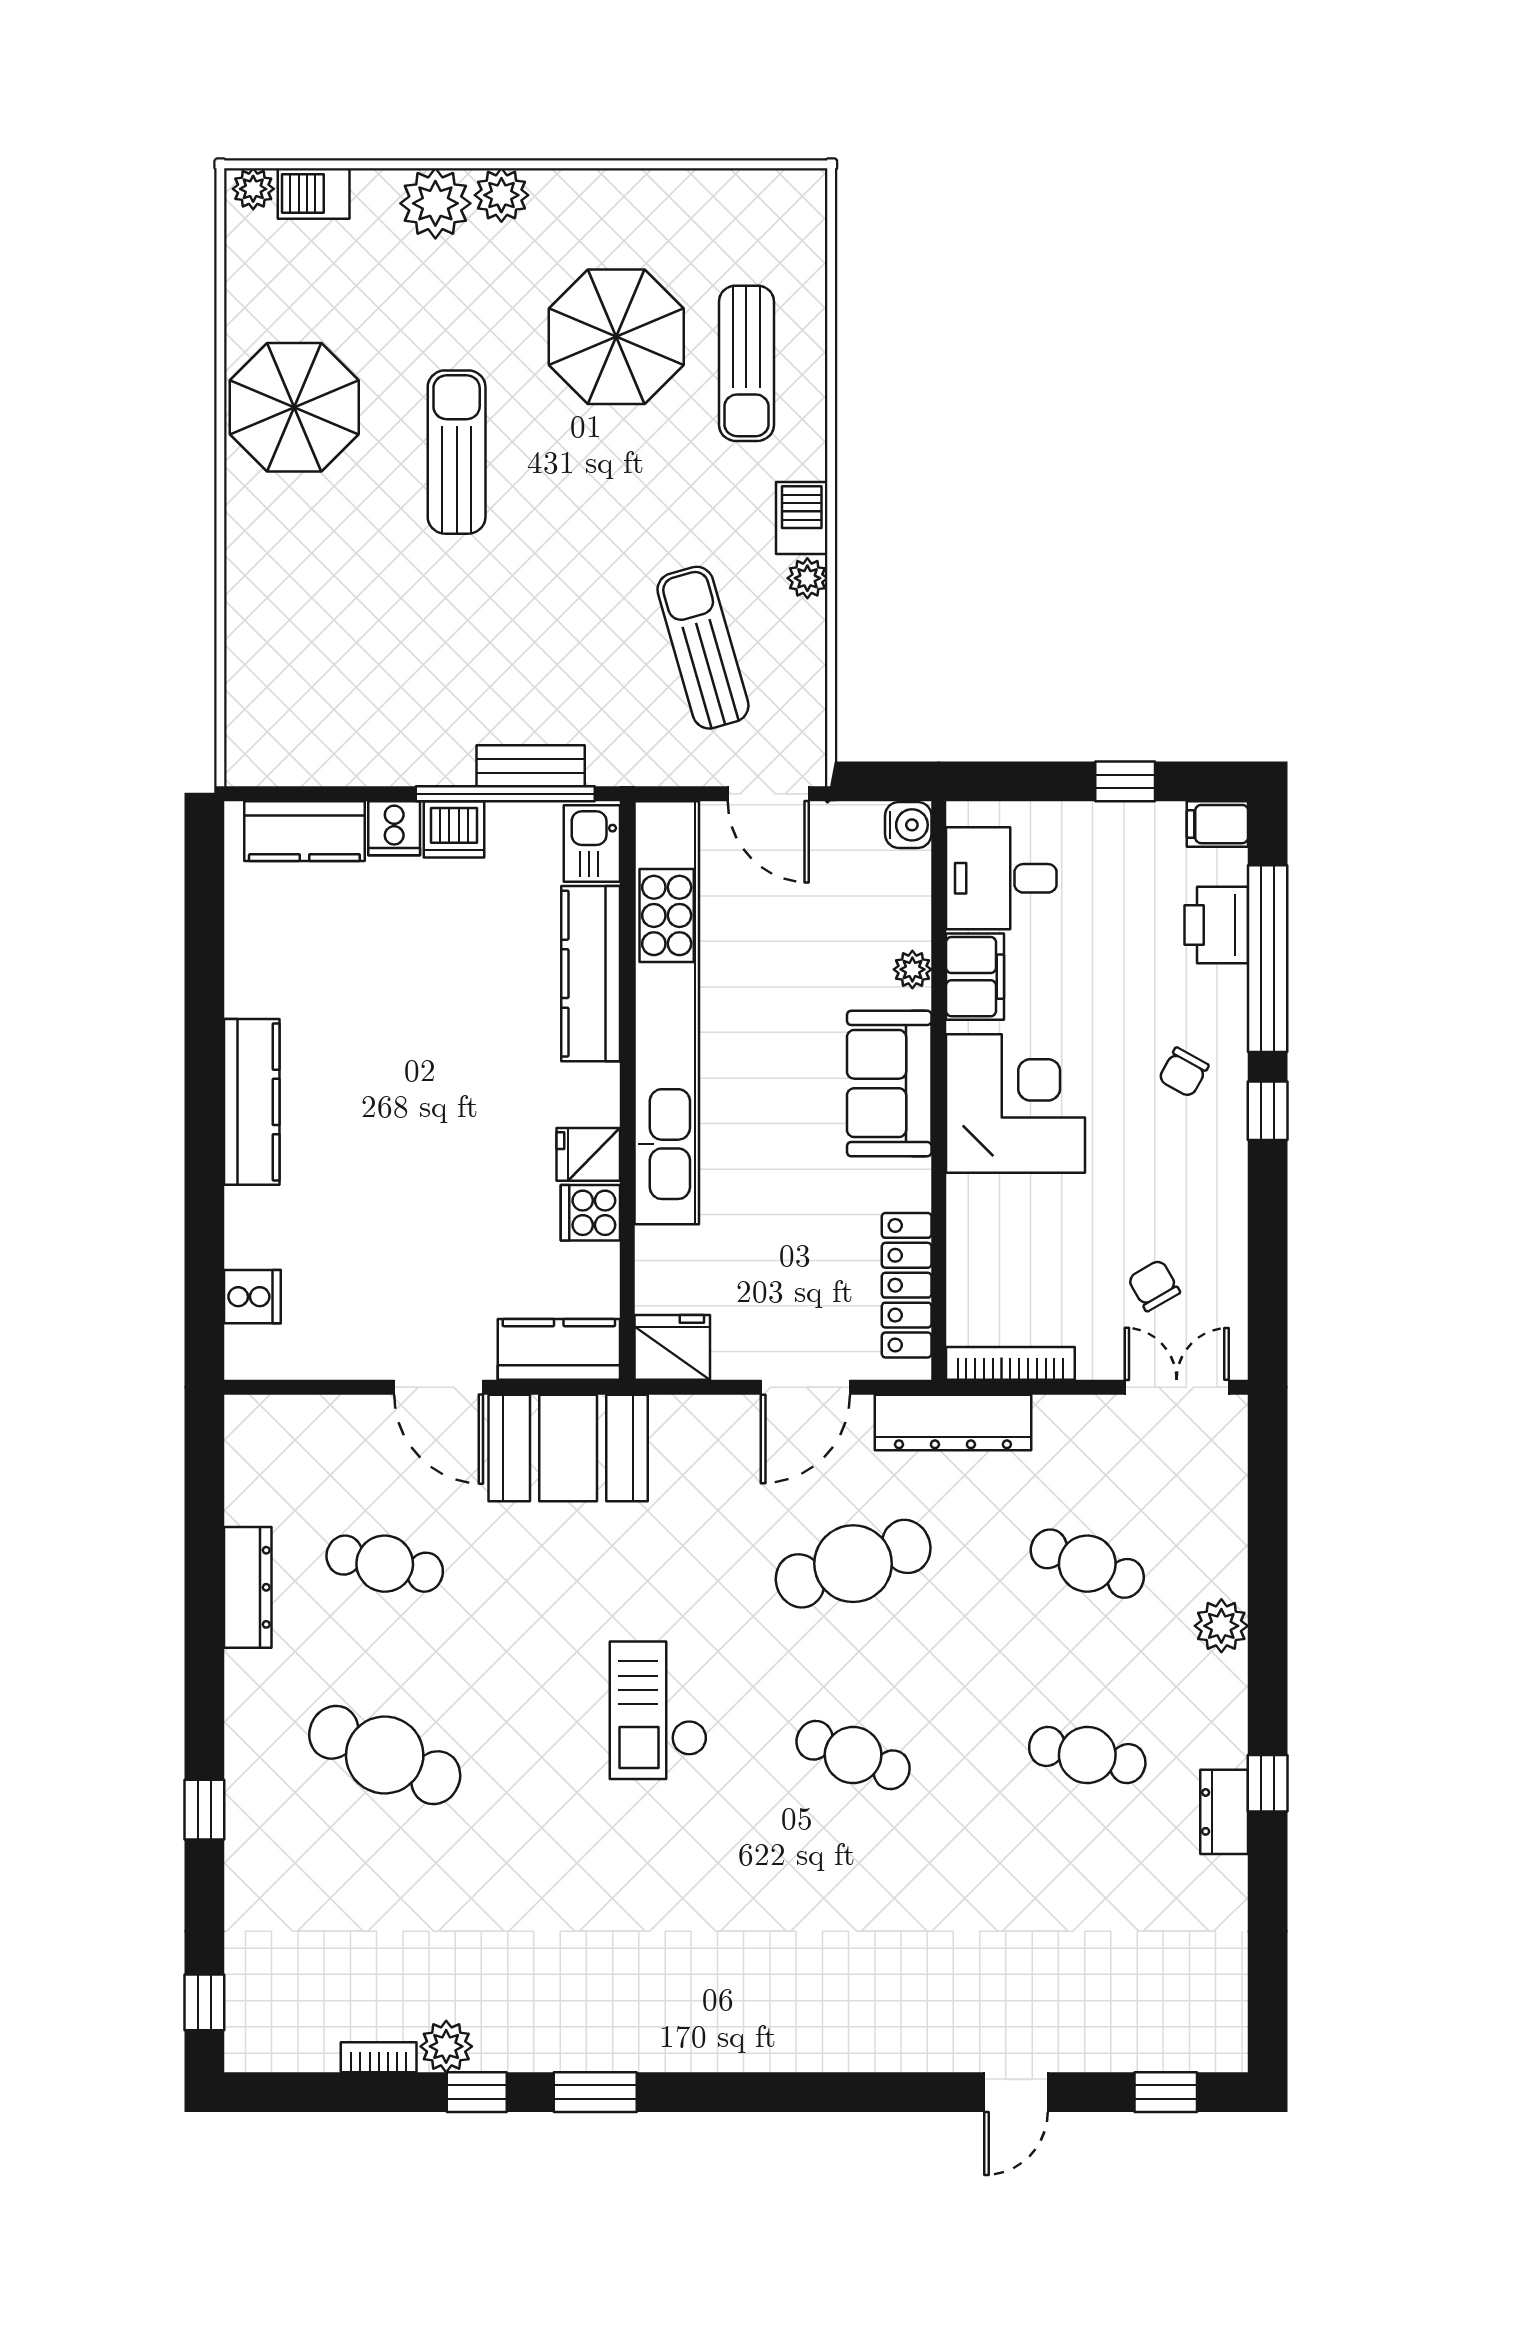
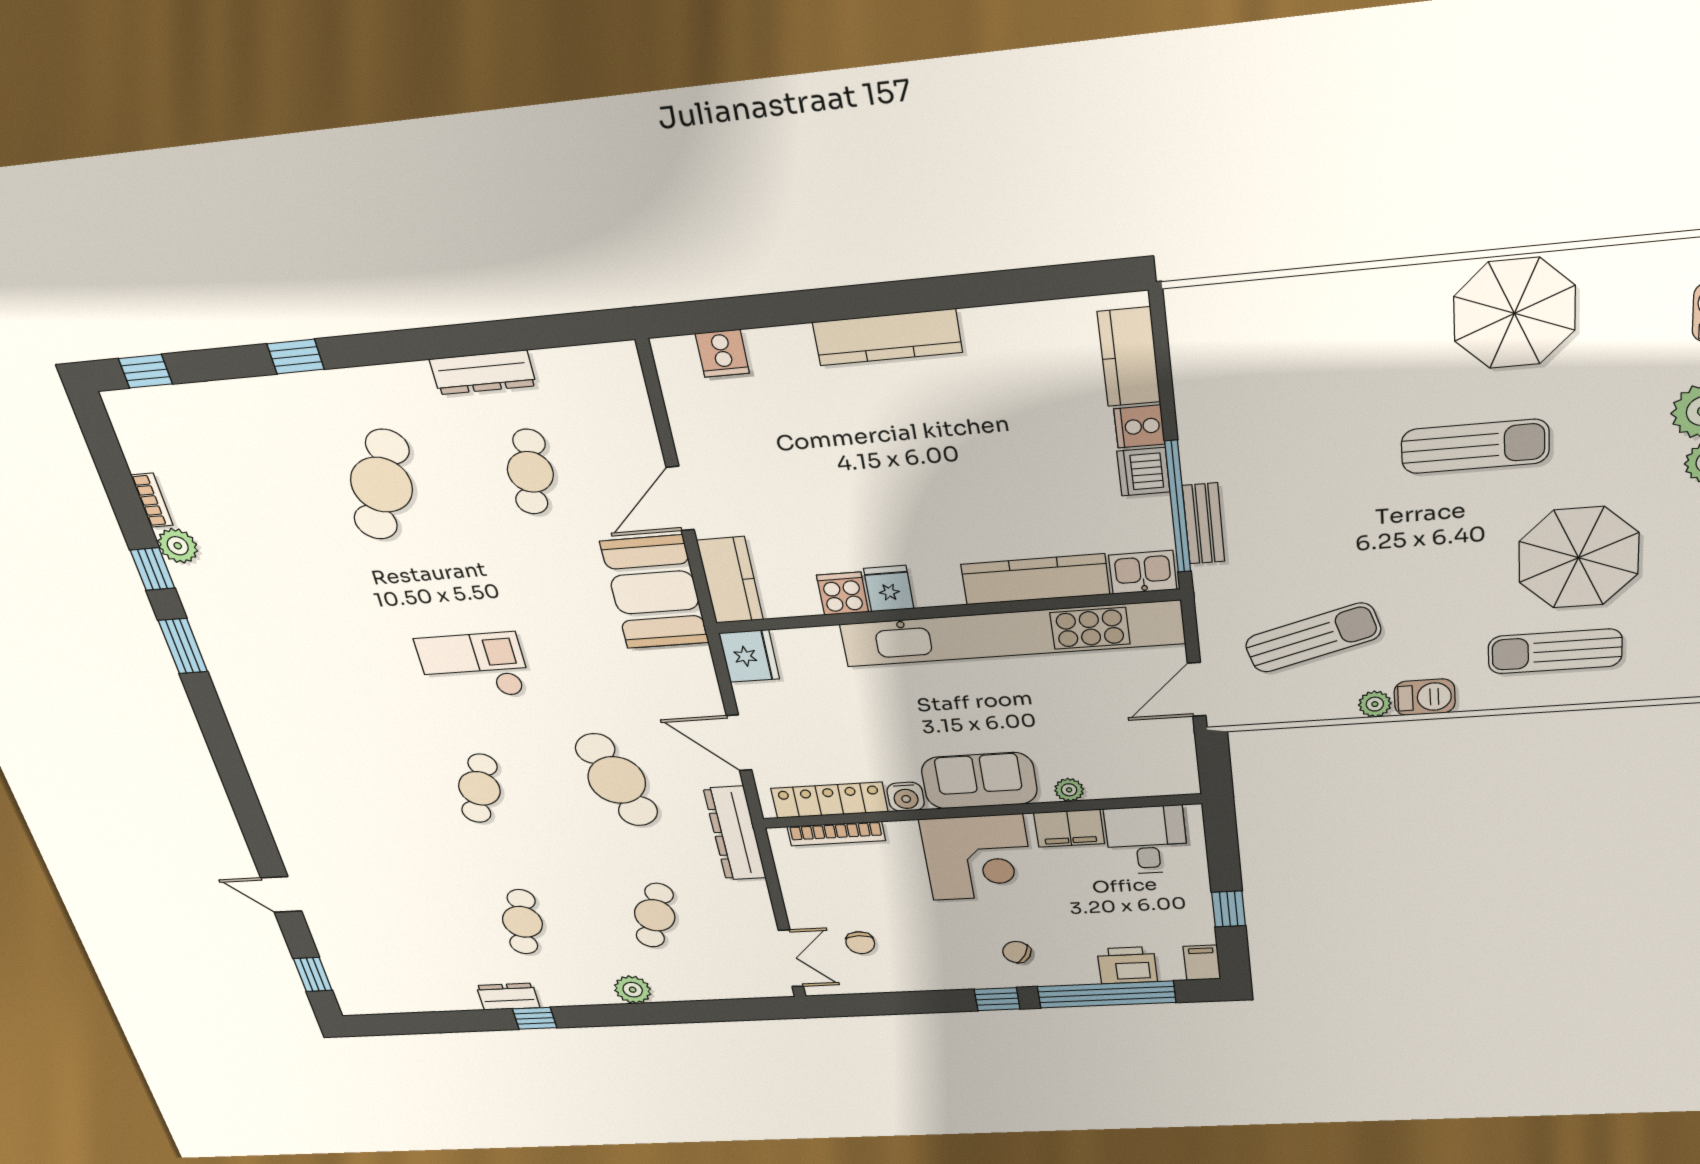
water cooler: (908, 825) -> (906, 797), moved
chair: (1154, 1285) -> (860, 943), turned 120
bookcase: (1010, 1363) -> (836, 834), moved, turned 90

